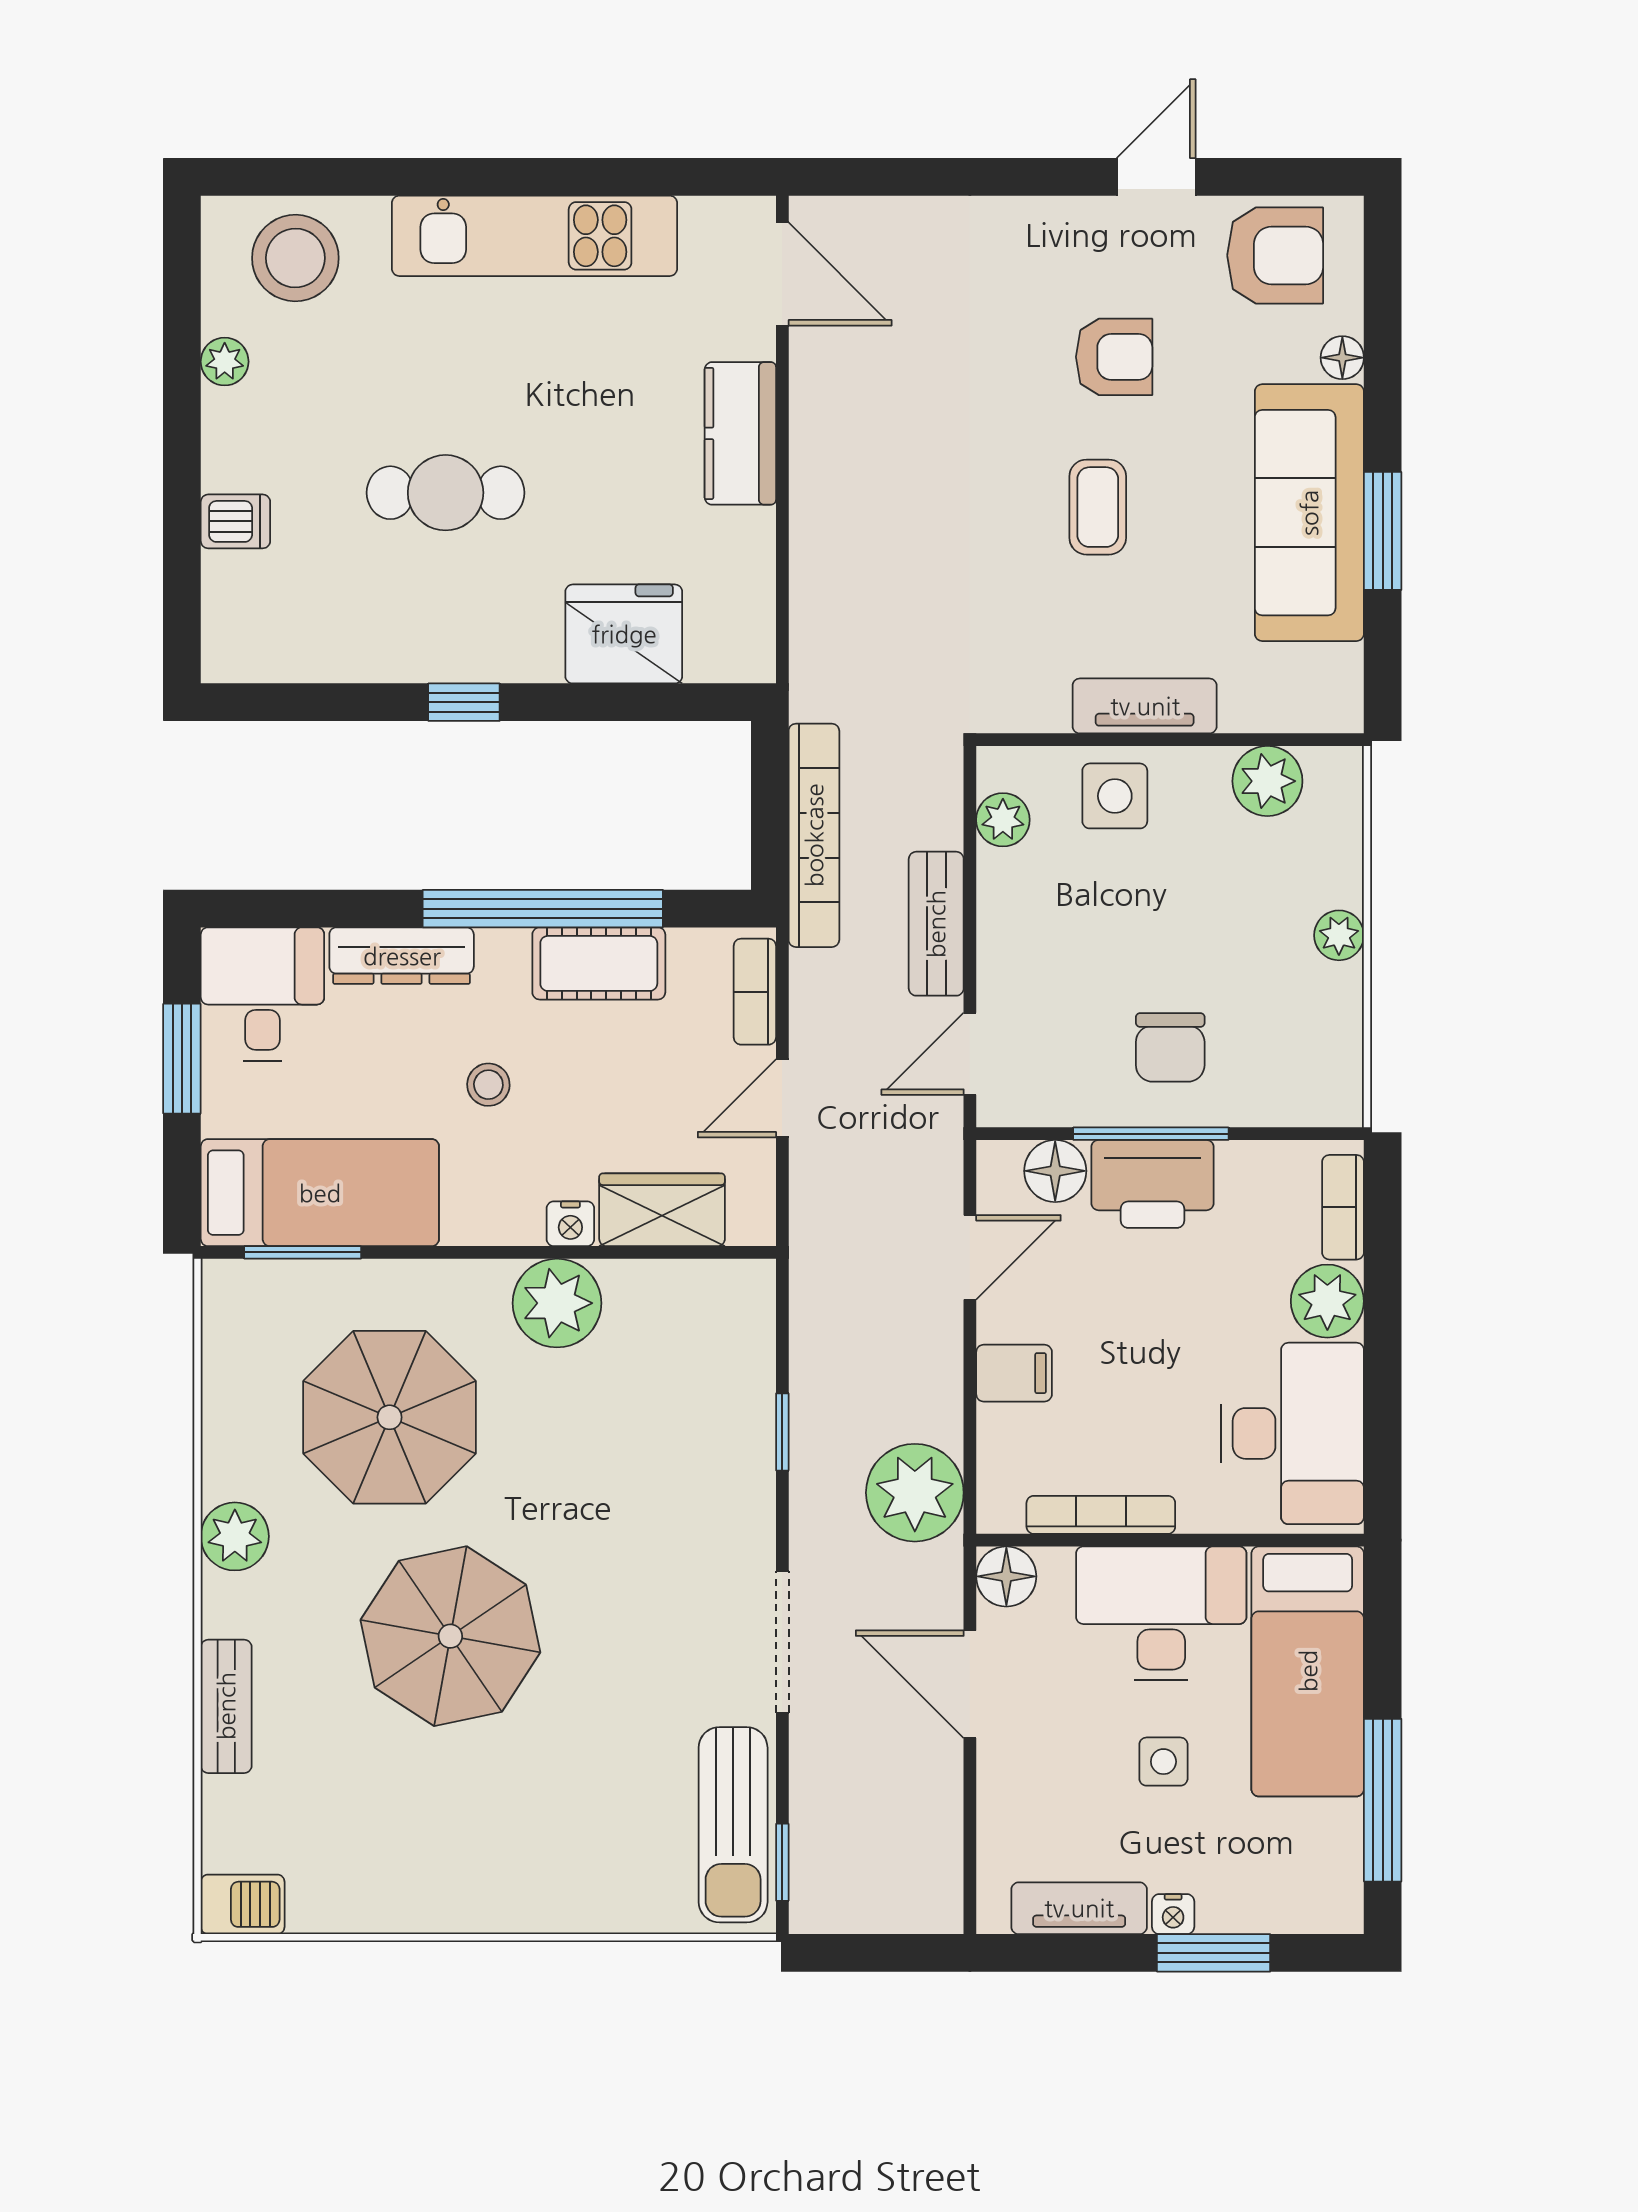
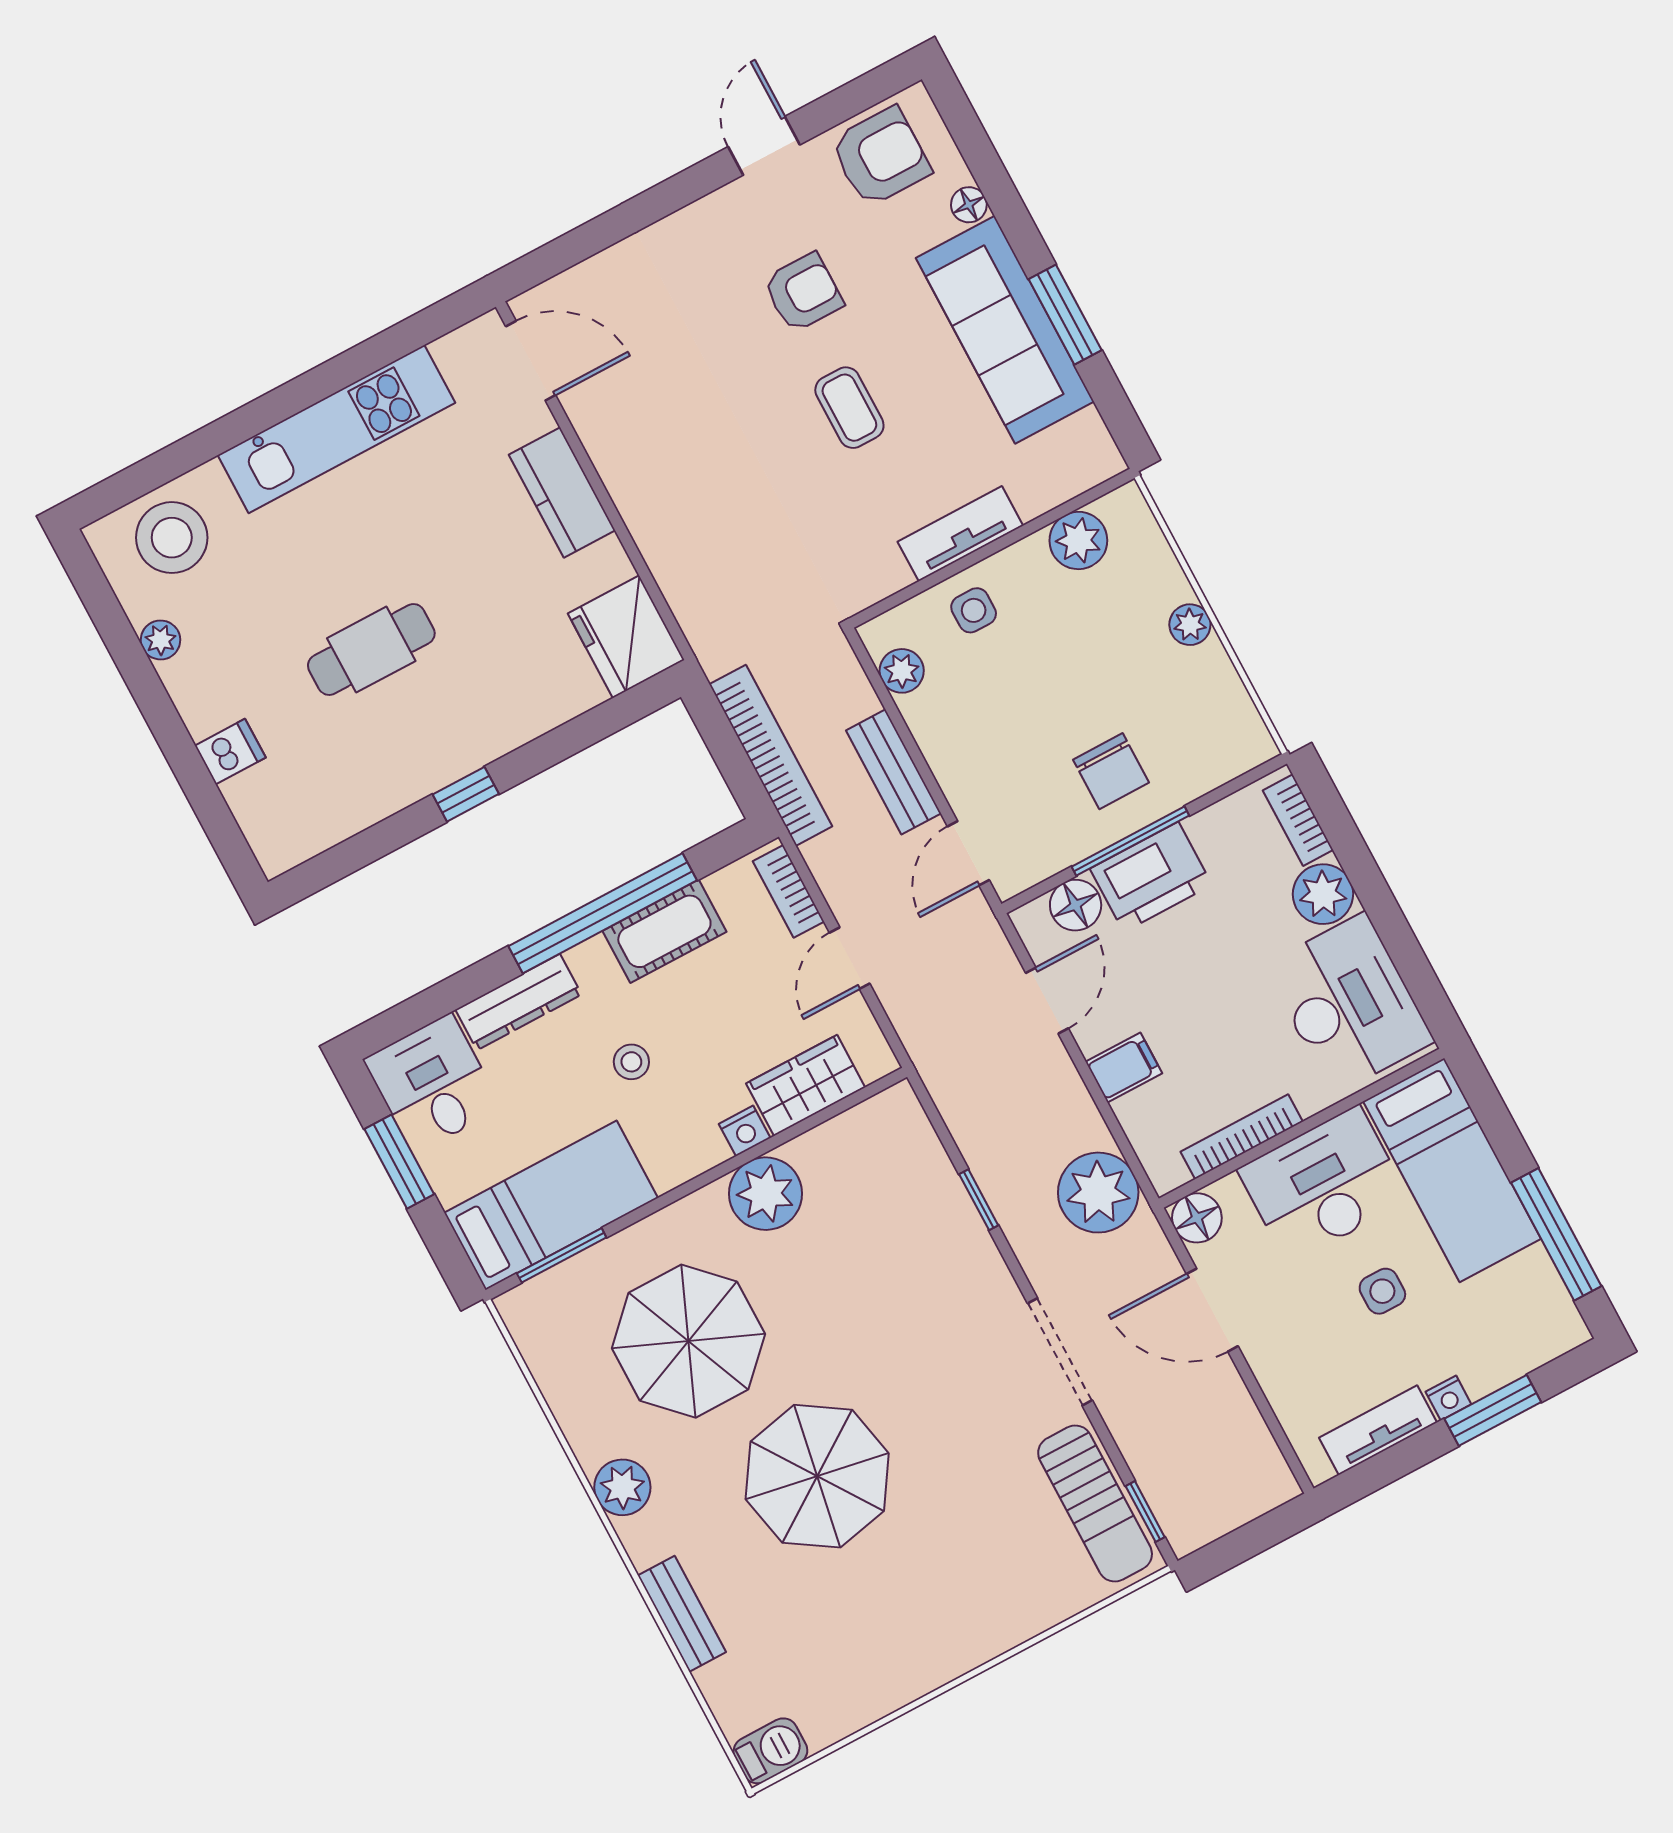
fridge: (624, 634) -> (626, 637), moved, turned -90
side table: (1115, 796) -> (974, 610), width x0.73, depth x0.73

